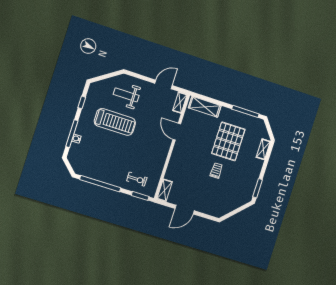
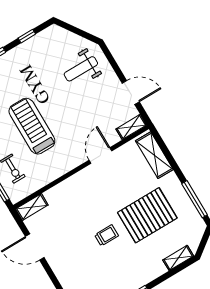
weight bench: (126, 95) -> (81, 69), turned -90
treadmill: (115, 122) -> (32, 126), moved, turned 180

